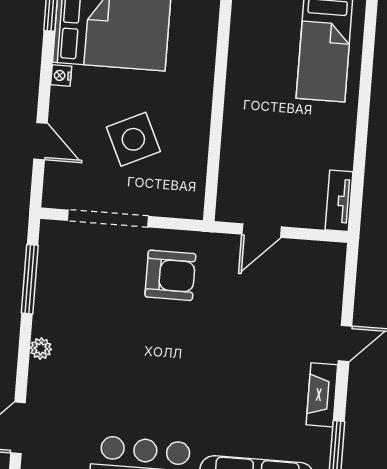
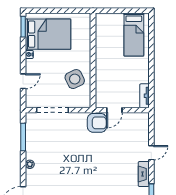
side table: (133, 139) -> (75, 79), moved
door: (41, 141) -> (23, 81), hinge flipped
armchair: (170, 275) -> (97, 123), moved

